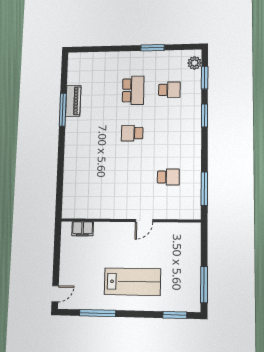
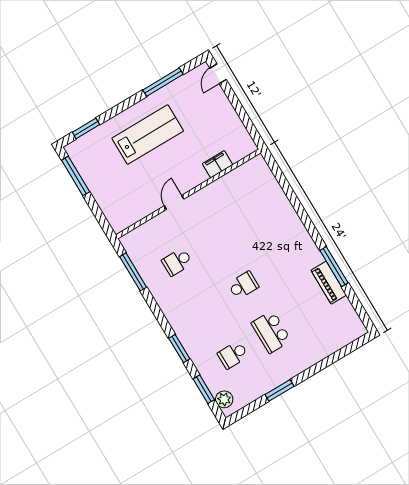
filing cabinet: (83, 229) -> (218, 164), moved
lab bench: (132, 282) -> (148, 135), turned 180

